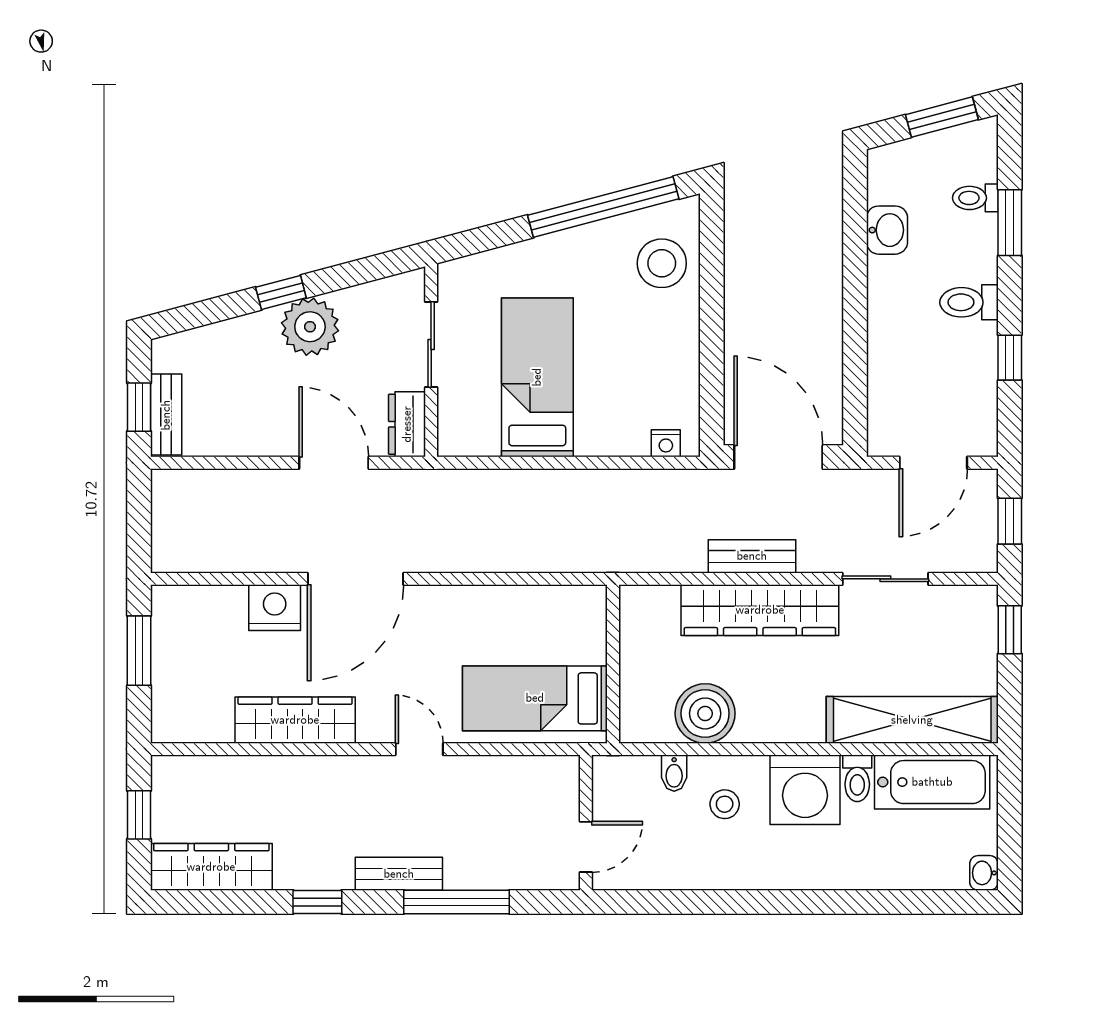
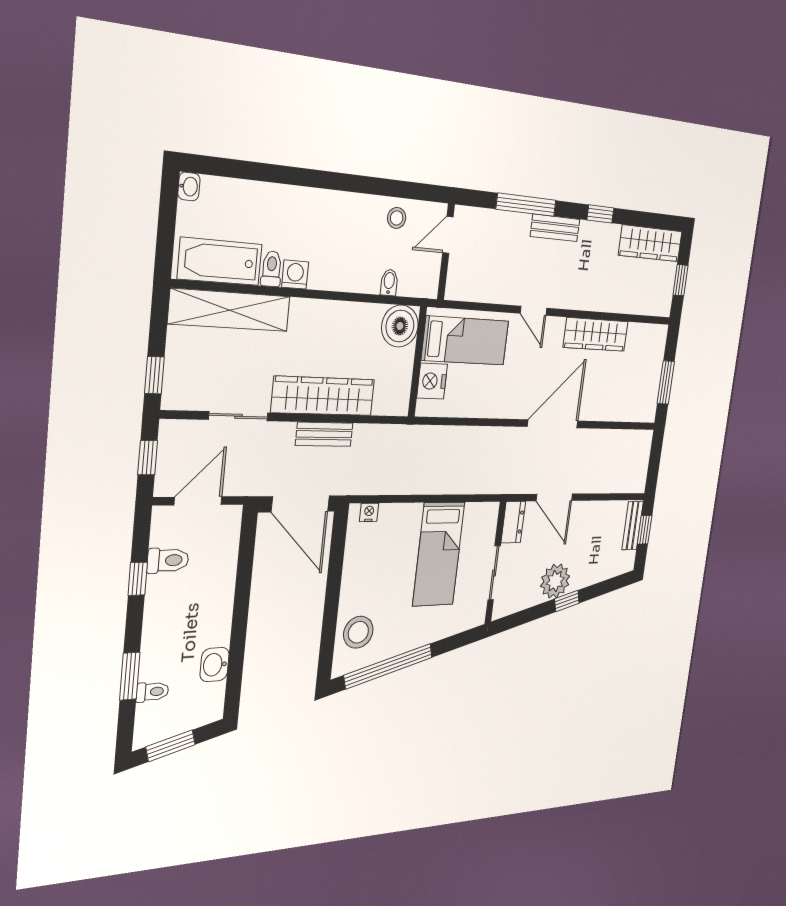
toilet: (969, 302) -> (168, 560), moved
nightstand: (275, 608) -> (432, 381), moved, turned 90
boiler: (705, 713) -> (400, 326), moved
washing machine: (805, 790) -> (295, 274), width x0.53, depth x0.53
stool: (725, 804) -> (397, 218), moved

